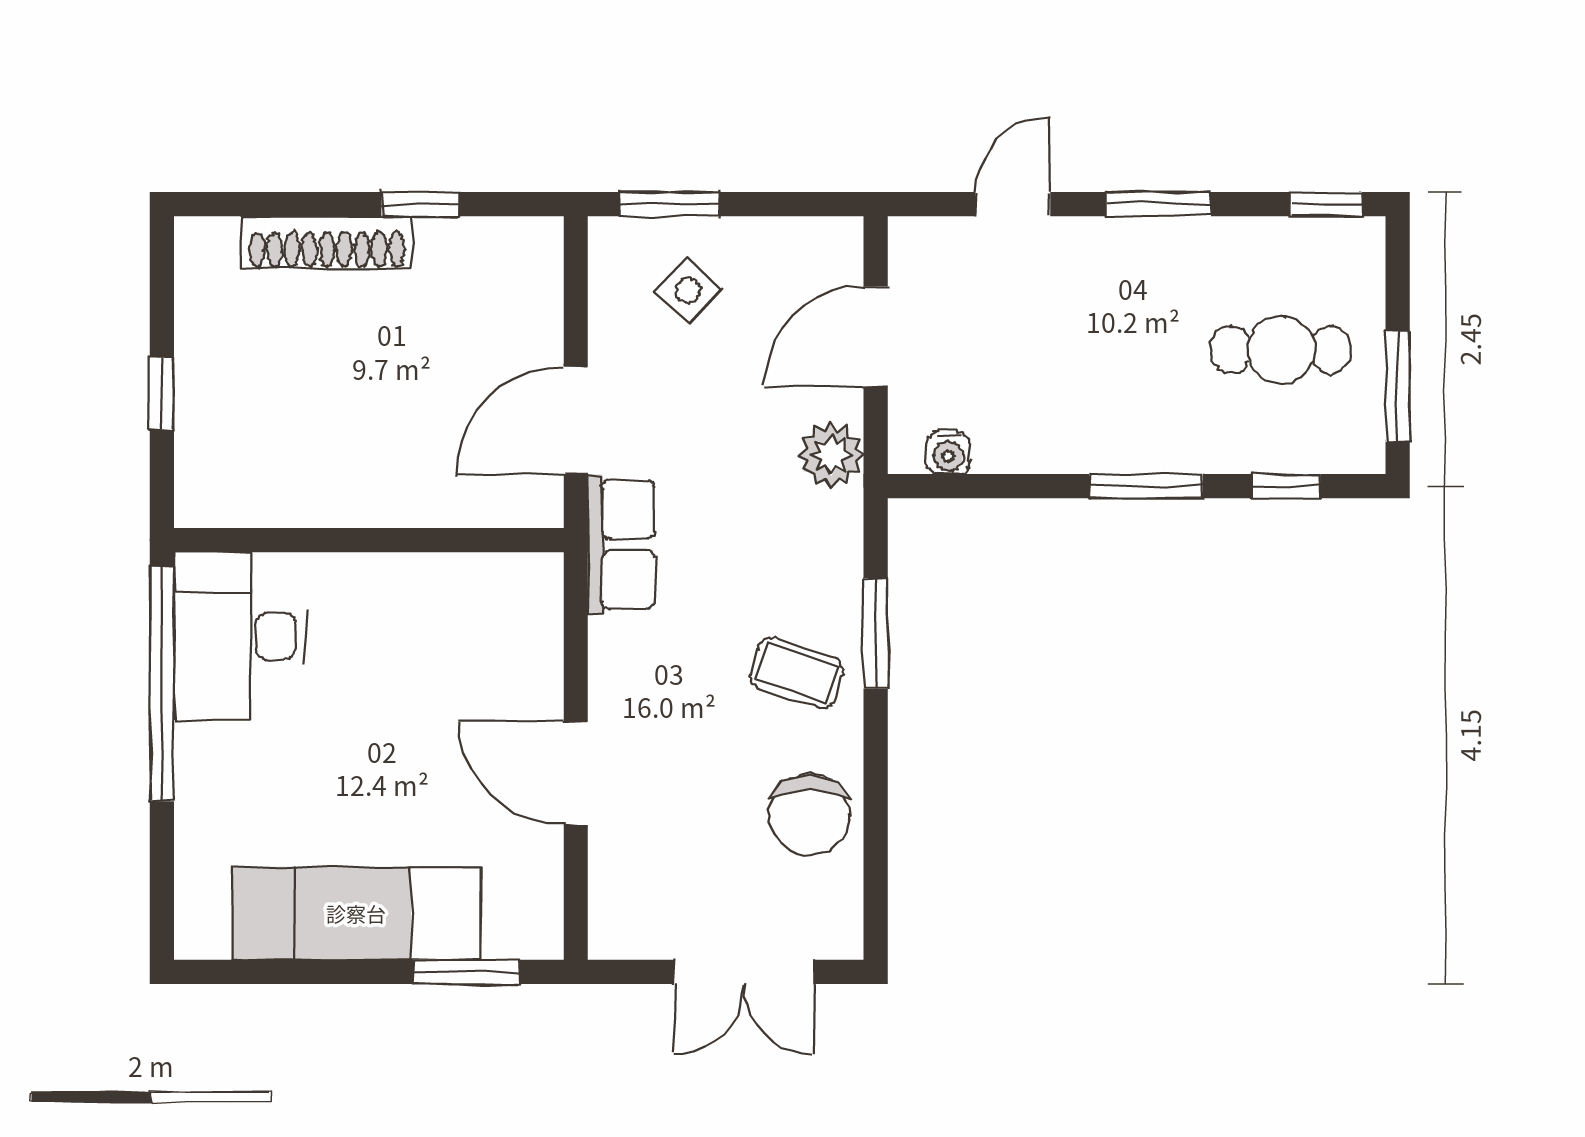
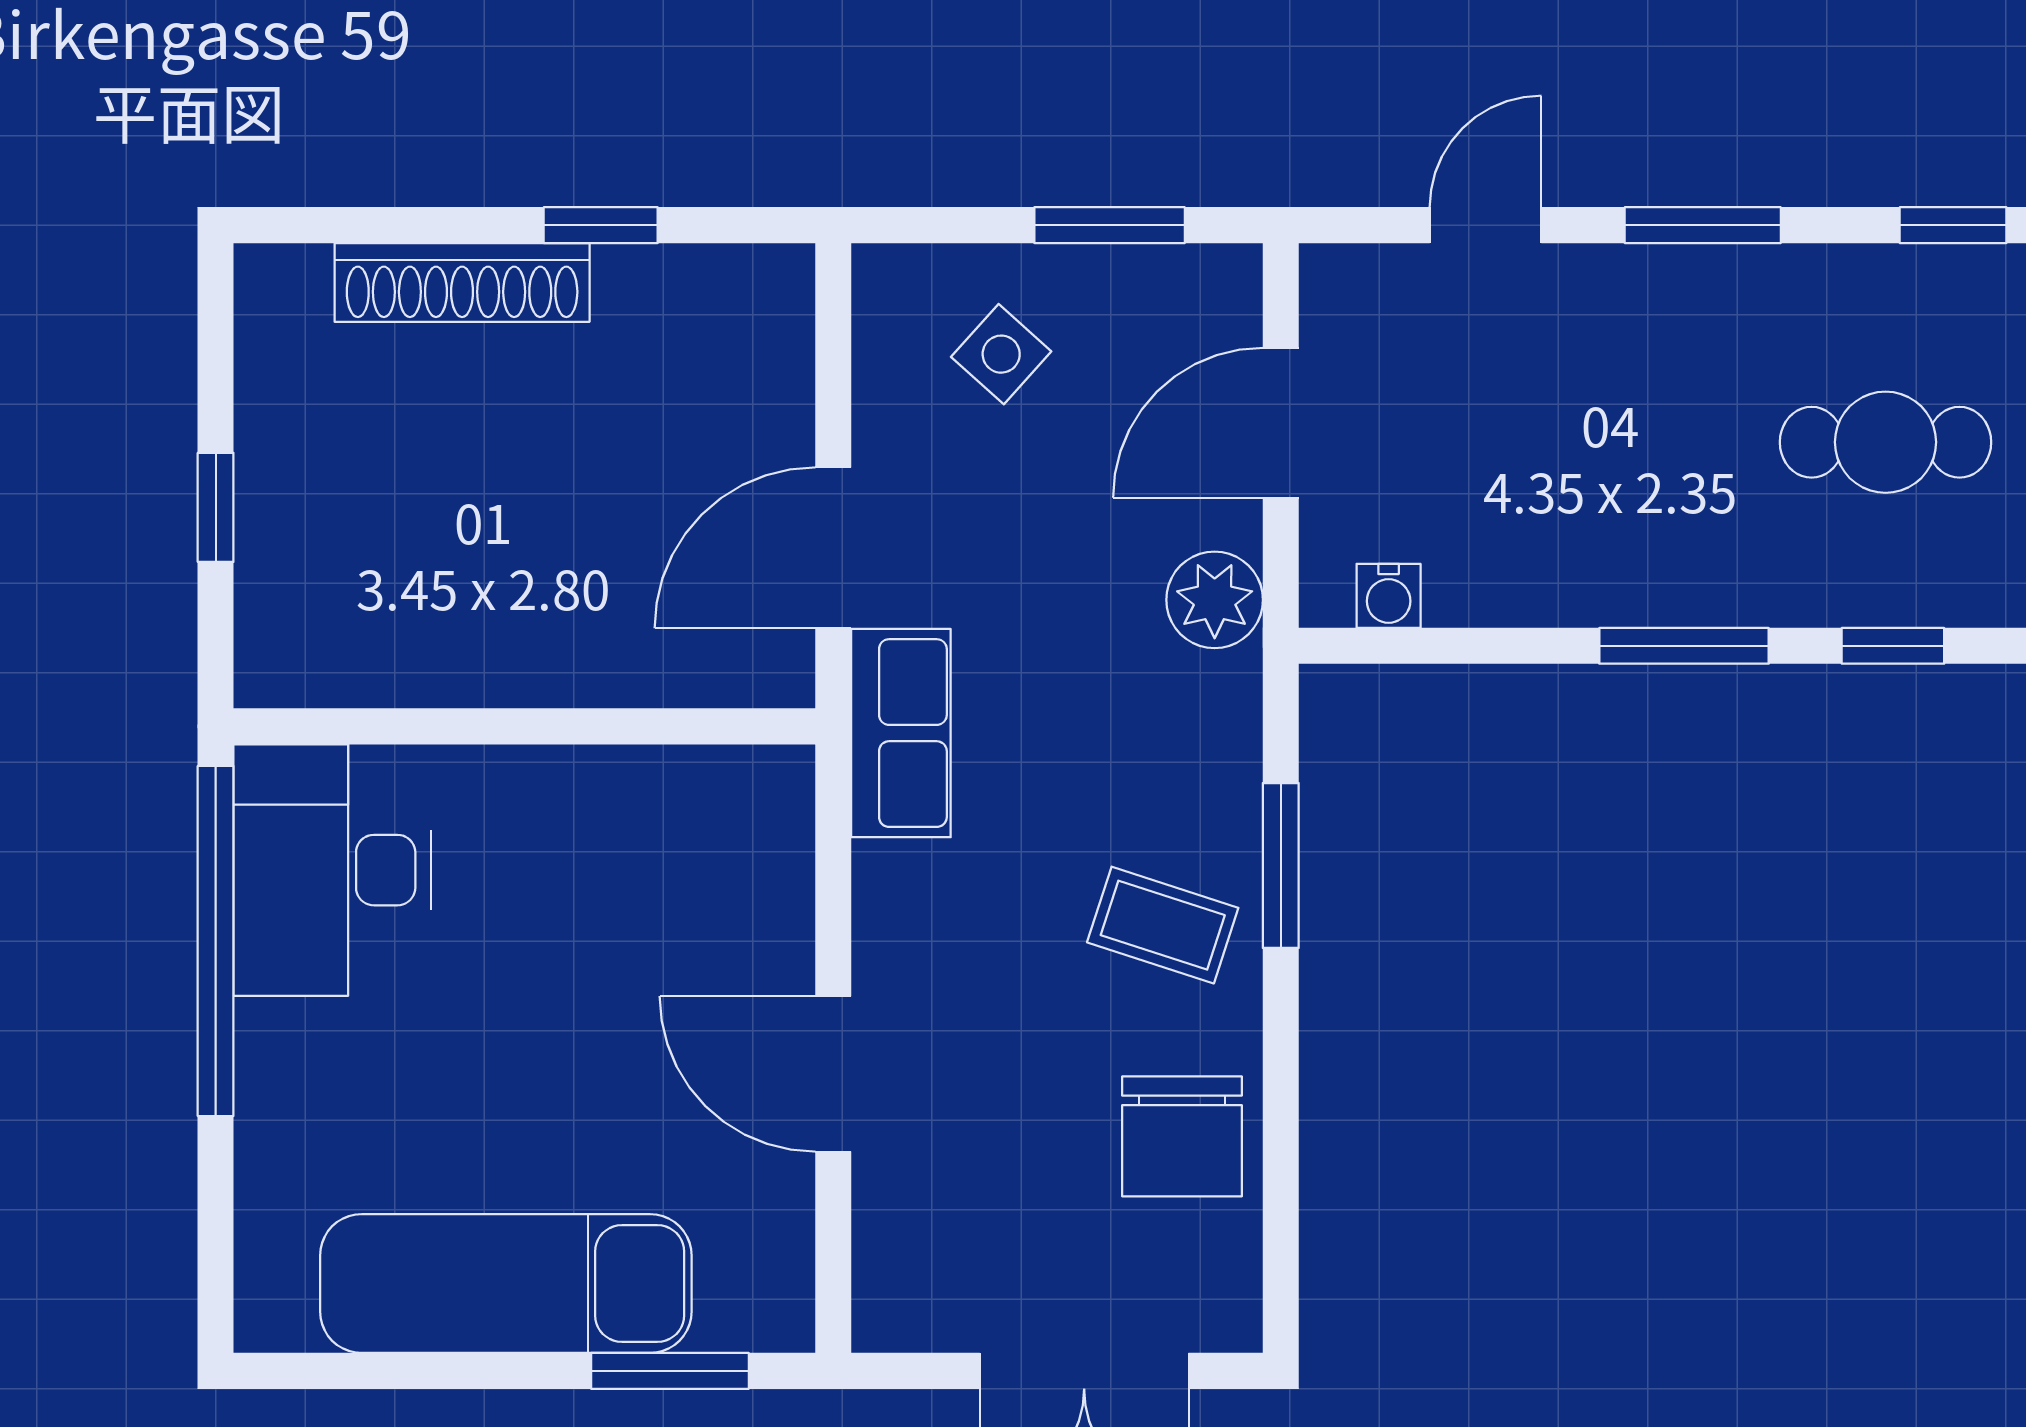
window: (669, 204) -> (1110, 225), moved

